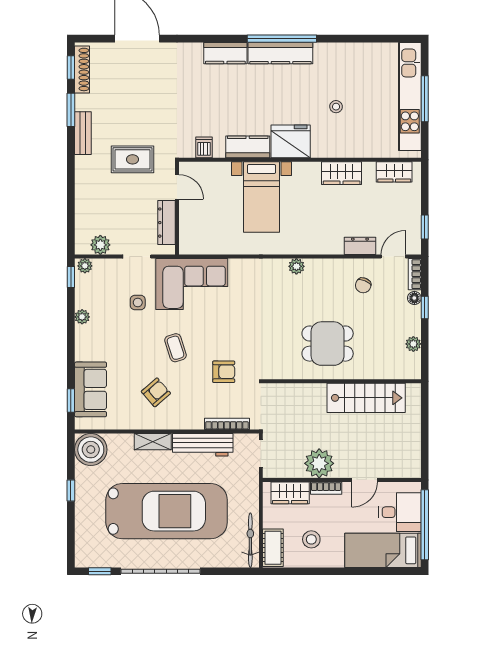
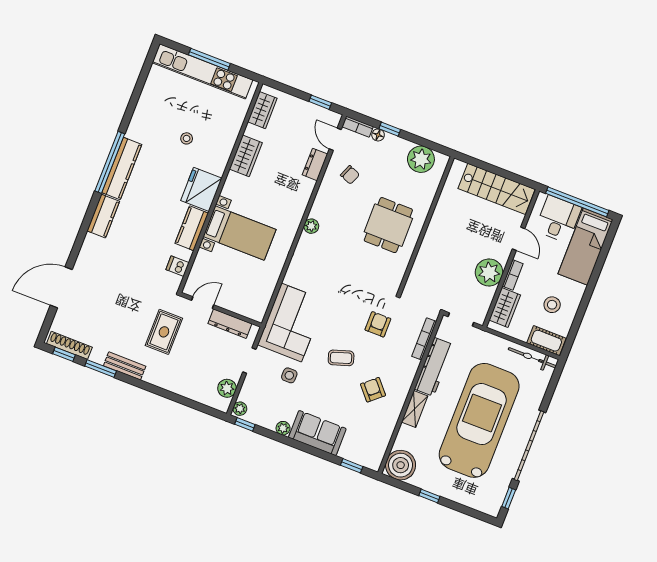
plant: (413, 344) -> (421, 159), width x1.87, depth x1.87
sofa: (91, 389) -> (317, 433), moved
stairs: (366, 398) -> (497, 189), moved, turned 90

